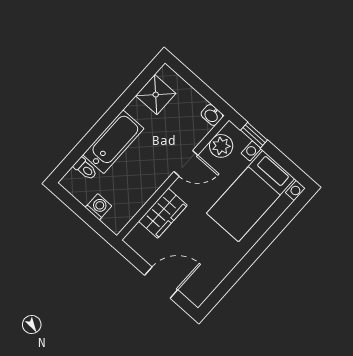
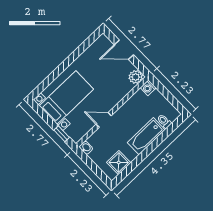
plant: (221, 146) -> (136, 77), moved
washing machine: (98, 207) -> (148, 88), moved
wardrobe: (163, 213) -> (120, 91), removed

